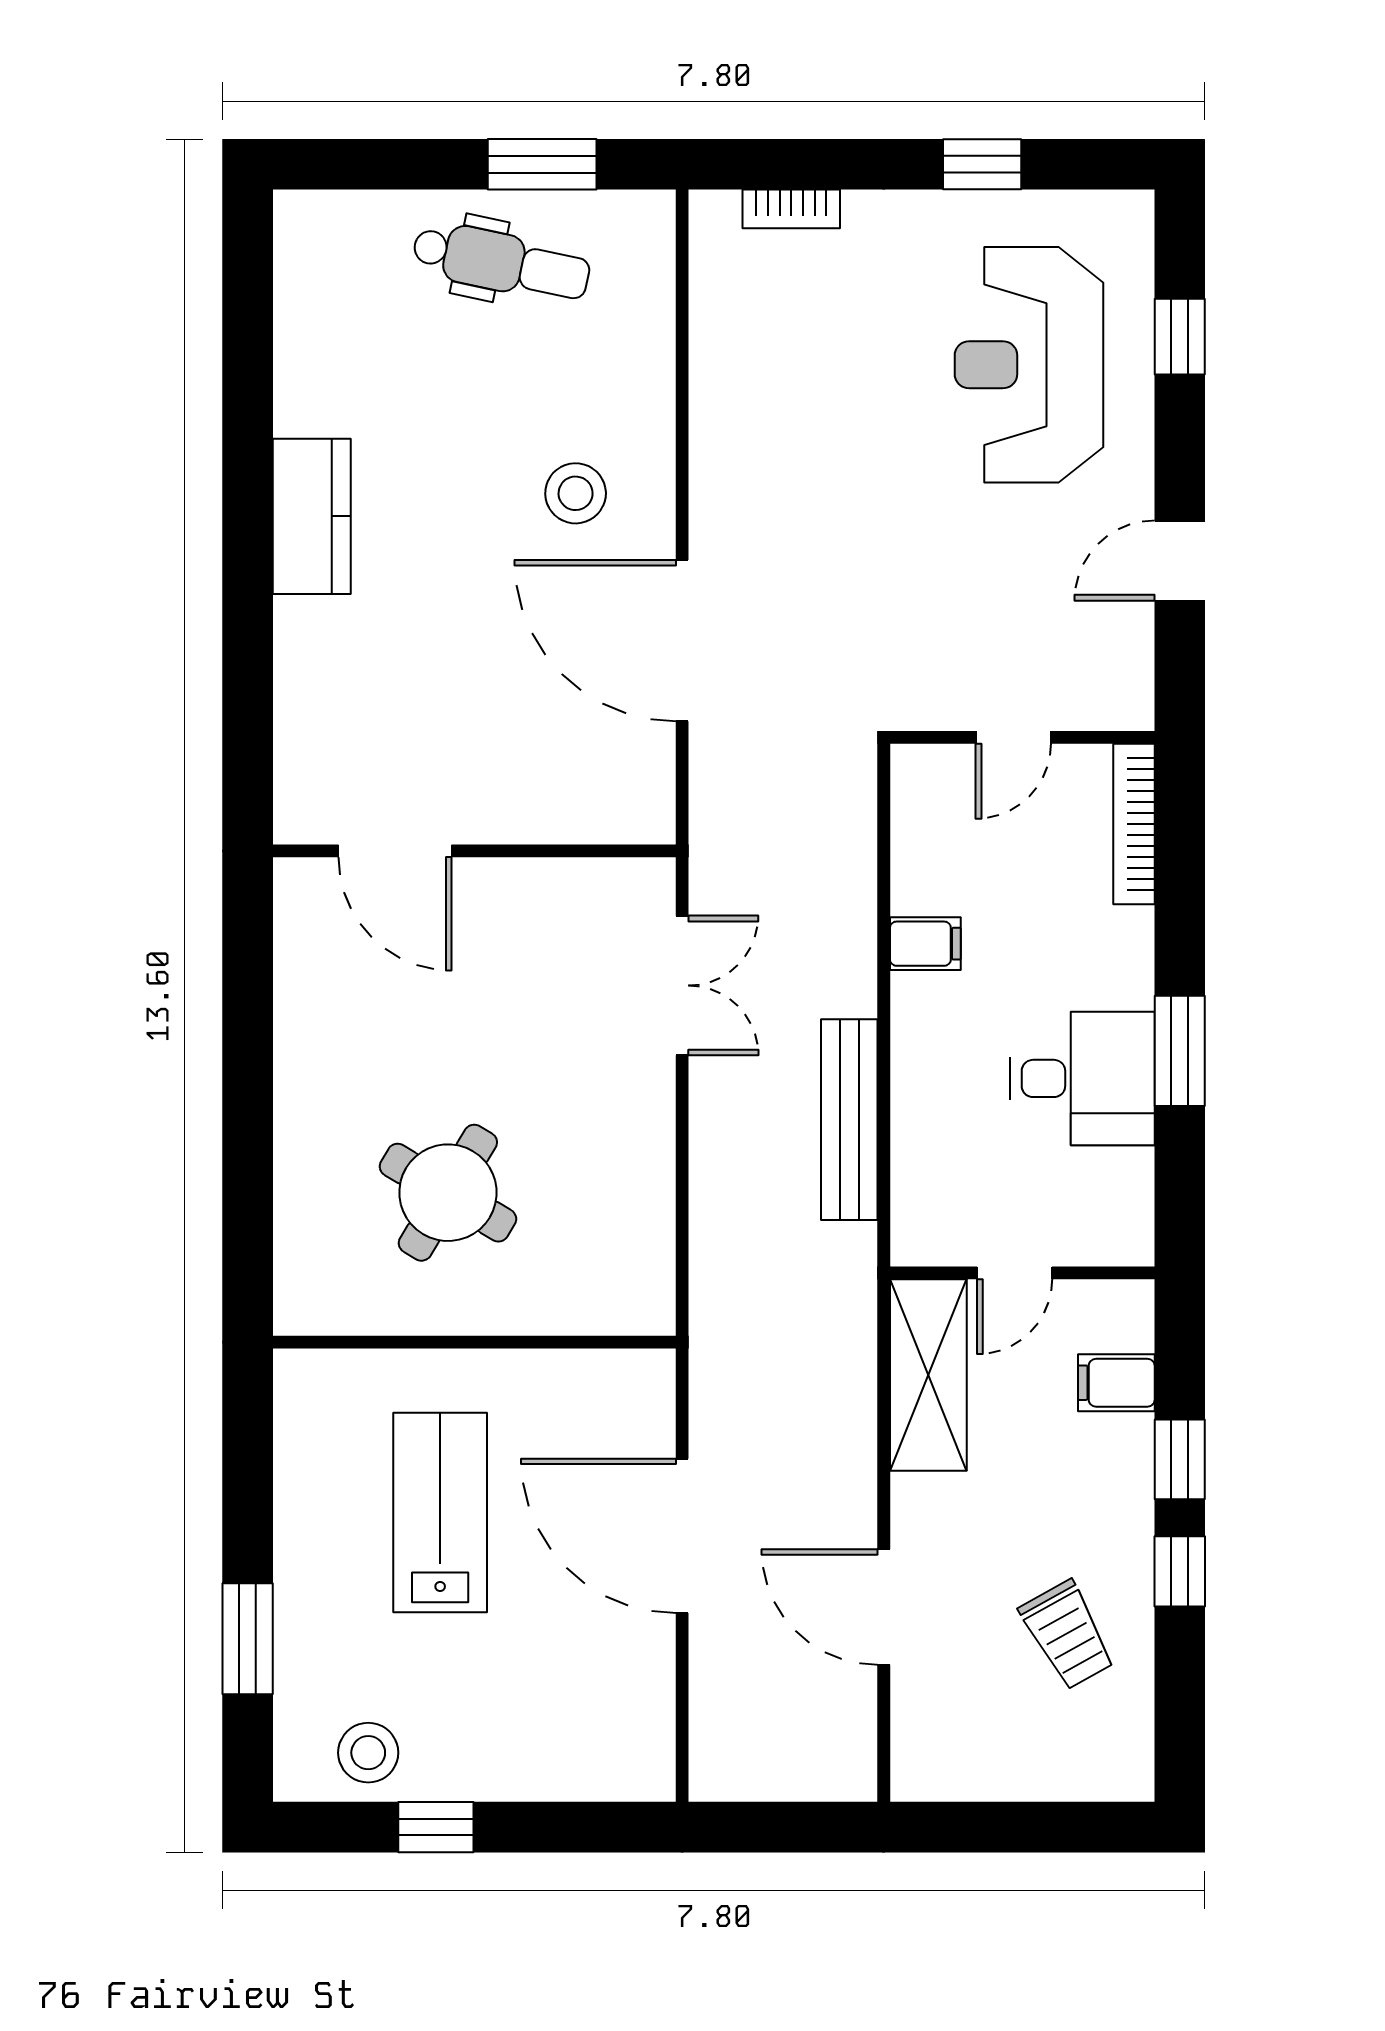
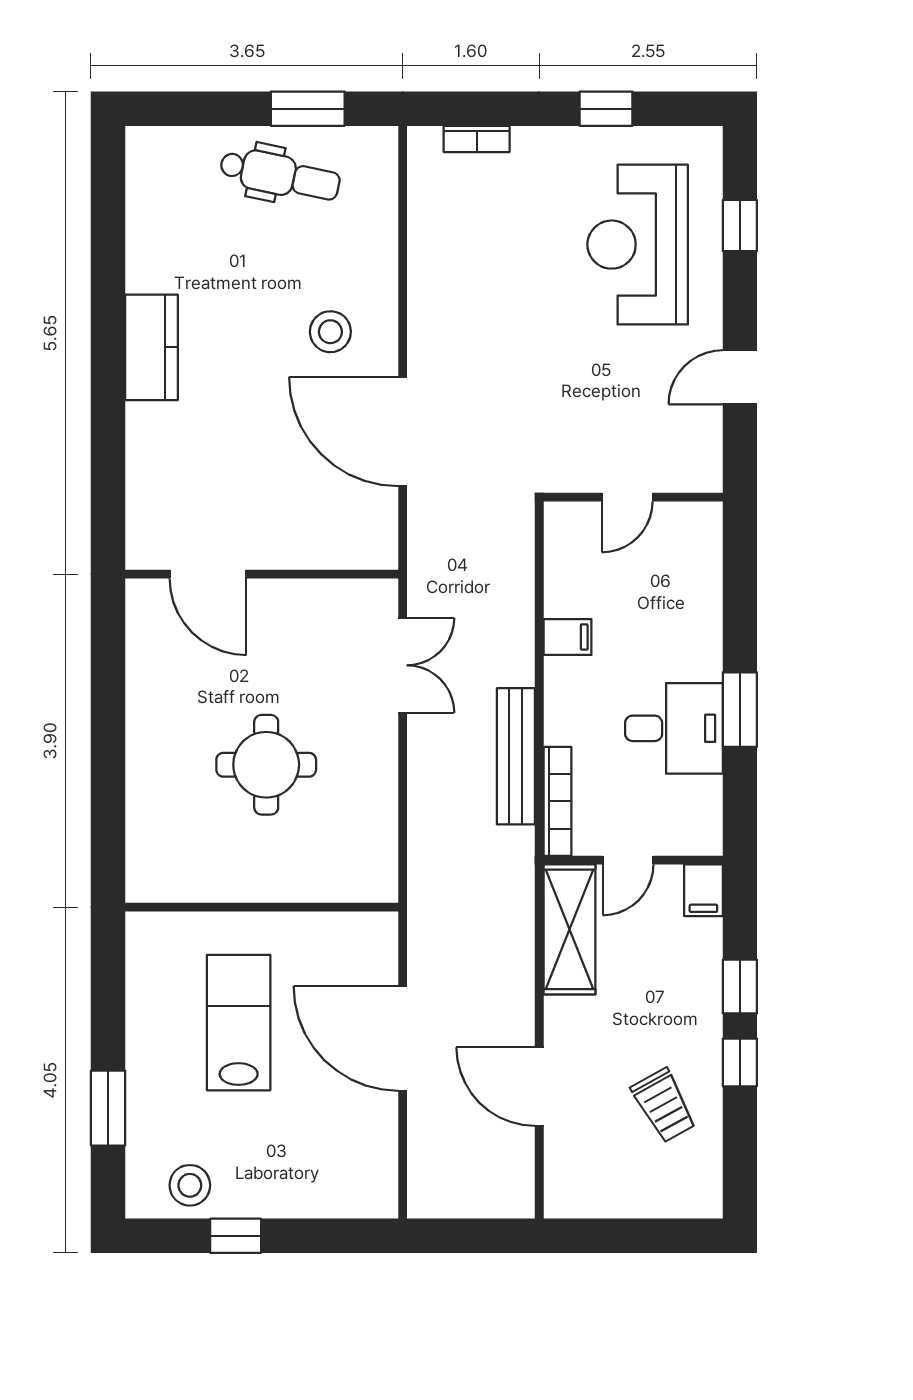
bookcase: (1134, 824) -> (557, 801), moved, turned 180
round table: (448, 1193) -> (266, 765), moved, turned -31
filing cabinet: (1116, 1383) -> (703, 890), moved, turned -90

